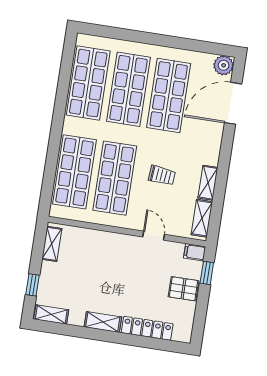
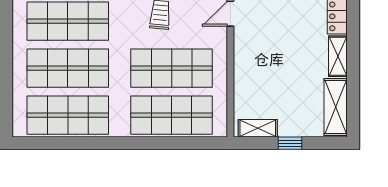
window: (32, 285) -> (290, 143), moved
shelving: (51, 315) -> (336, 107), width x1.50, depth x1.33

